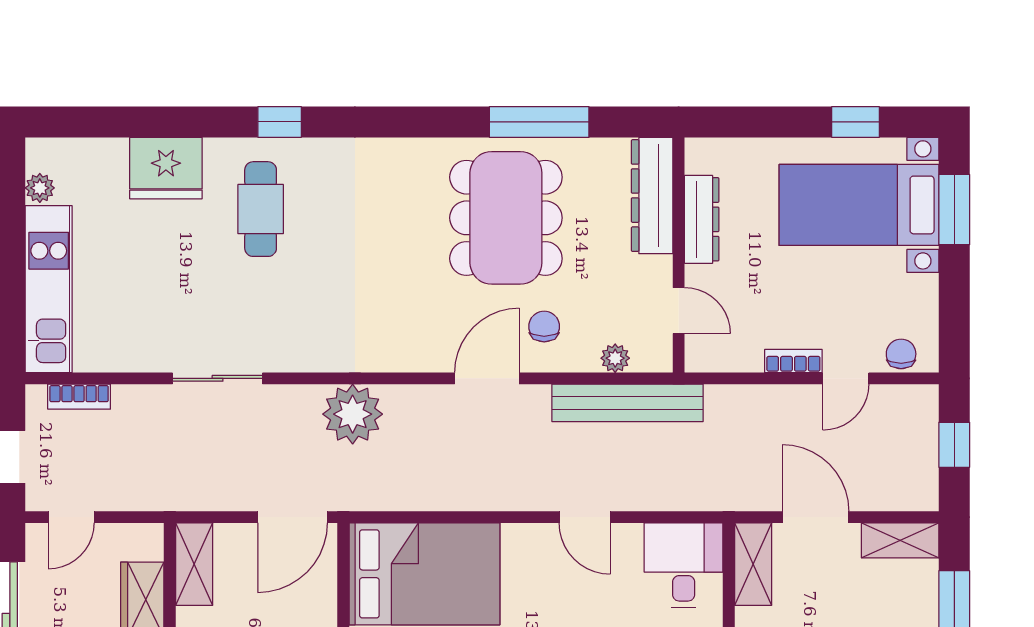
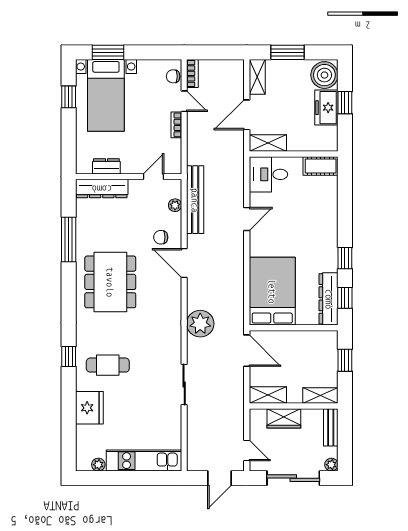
dining table: (506, 218) -> (110, 282), moved, turned 90
dresser: (702, 219) -> (106, 166), width x0.70
bookcase: (79, 397) -> (192, 73), moved
window: (954, 445) -> (214, 52), removed

